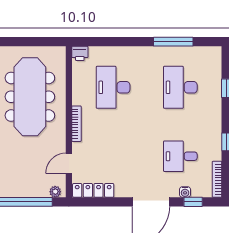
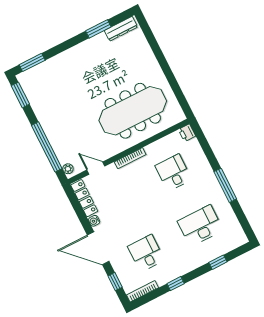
window: (173, 42) -> (225, 185), moved
desk: (113, 87) -> (173, 173), width x0.73
water cooler: (185, 192) -> (94, 221), moved

